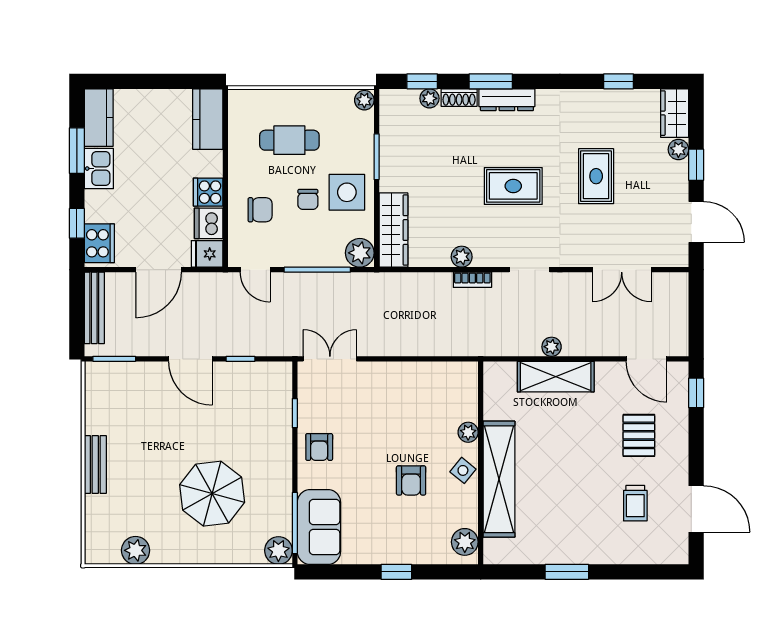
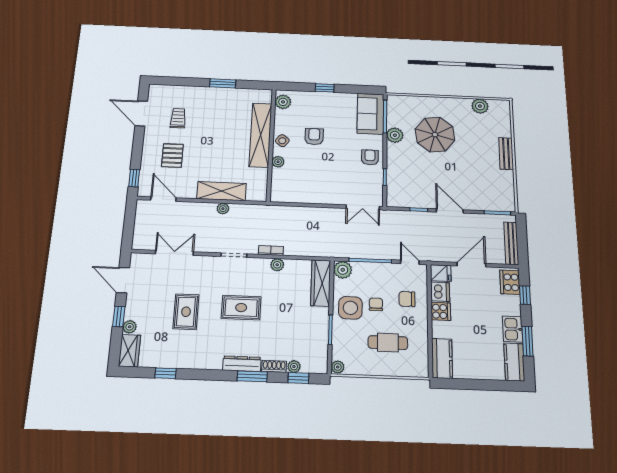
plant: (278, 551) -> (395, 135), moved

